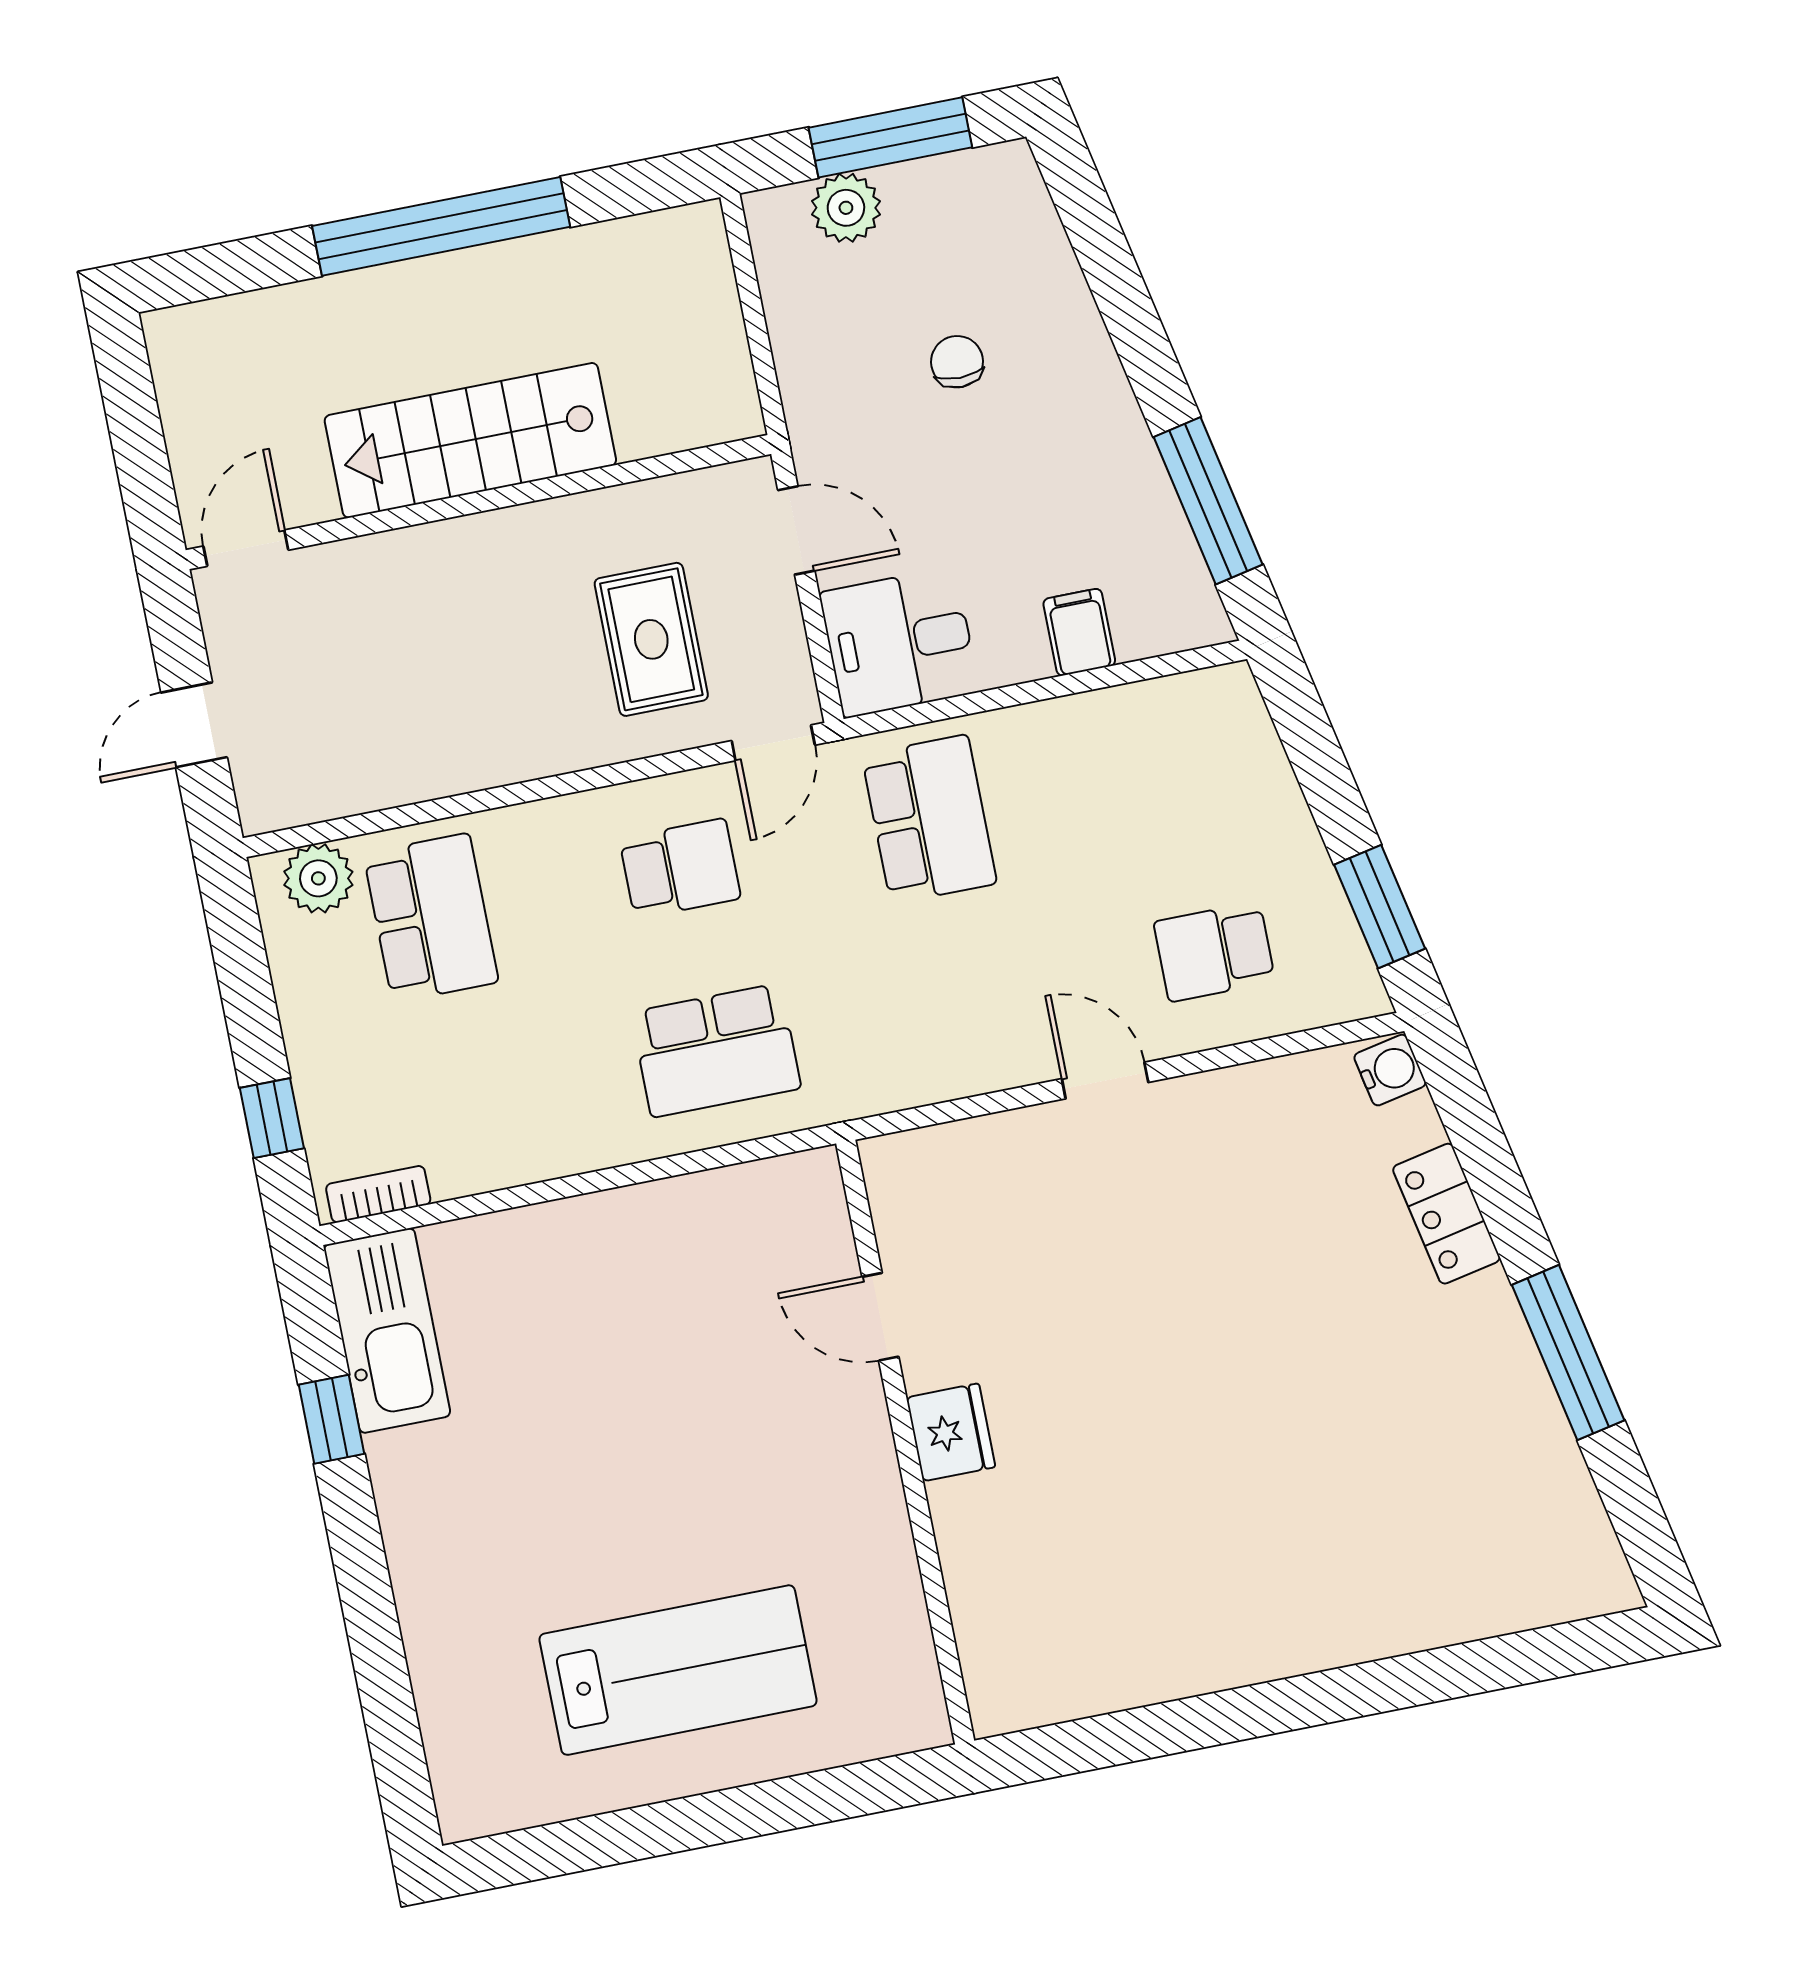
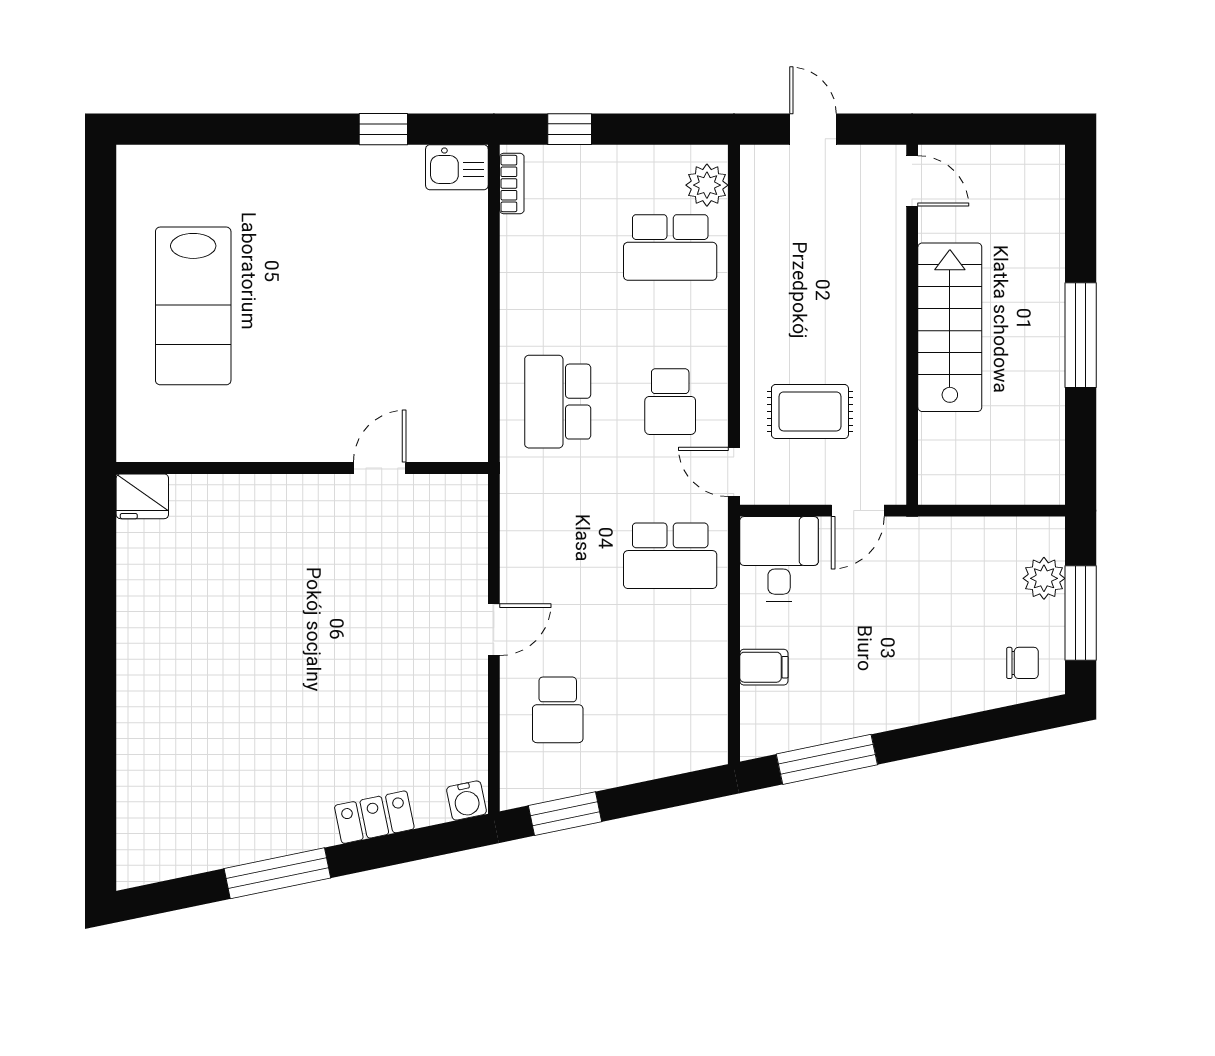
window: (441, 226) -> (1081, 335), width x0.68
chair: (957, 362) -> (1023, 663), moved
school desk: (1214, 952) -> (558, 710), turned 180
kitchen sink: (387, 1331) -> (457, 167), width x0.53, depth x0.81
fridge: (951, 1432) -> (142, 496), moved

